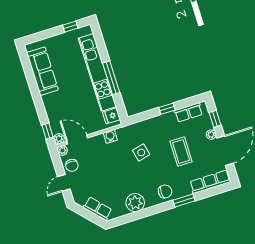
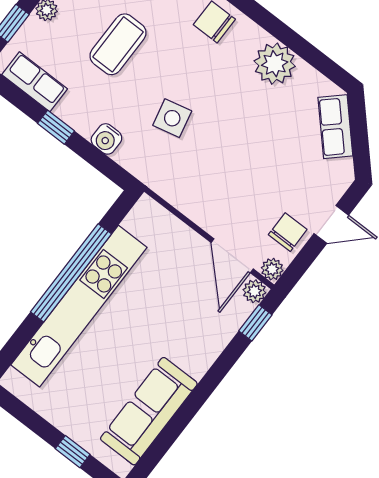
window: (70, 27) -> (73, 452), moved
window: (111, 78) -> (71, 273), width x1.46
fridge: (111, 116) -> (142, 222), removed
water cooler: (110, 136) -> (106, 139), moved

